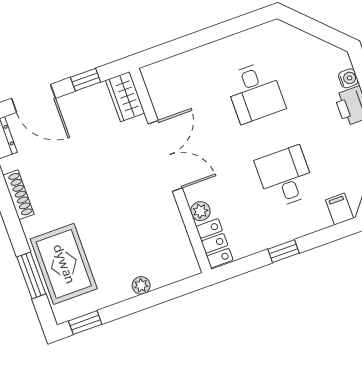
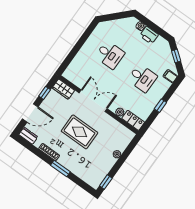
desk: (285, 177) -> (142, 78), turned 180
rug: (64, 264) -> (79, 132), moved
window: (31, 275) -> (60, 168), moved

